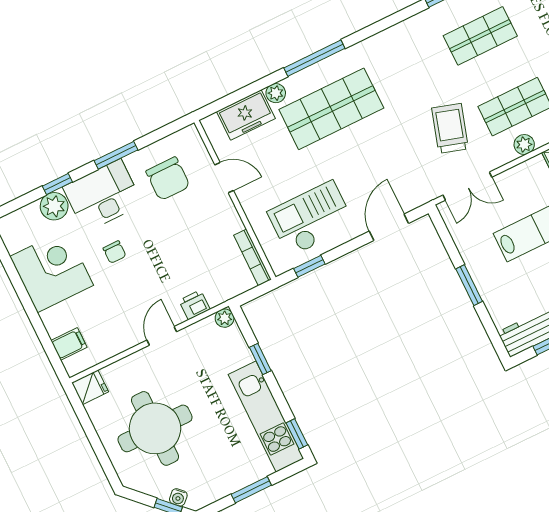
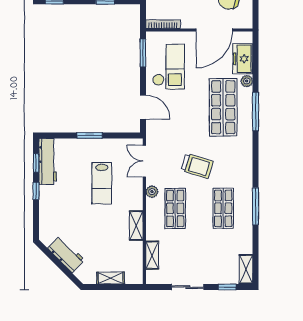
trolley: (450, 128) -> (197, 166), moved
plant: (524, 144) -> (152, 192), moved
door: (224, 178) -> (214, 30), width x1.88
window: (309, 266) -> (143, 53), width x1.50

